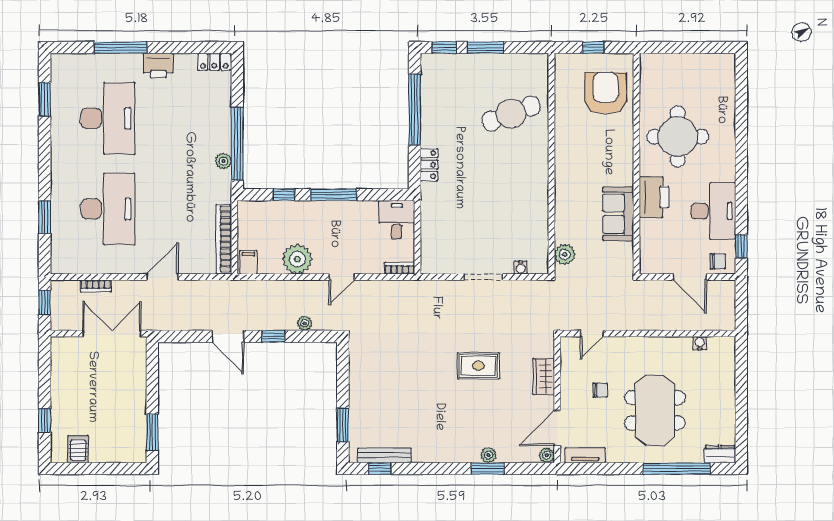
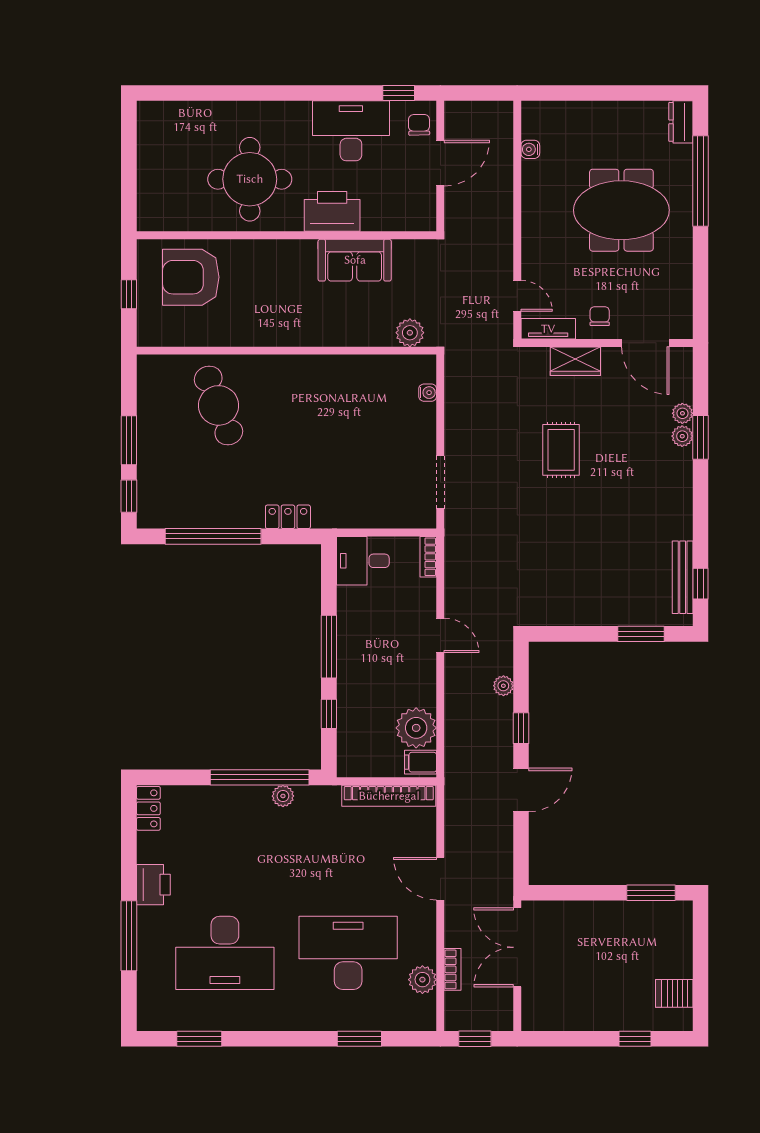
desk: (108, 118) -> (225, 953), turned 180
plant: (297, 259) -> (416, 728), moved
plant: (88, 264) -> (422, 980), added
doorway: (483, 277) -> (440, 482), moved
chair: (600, 390) -> (600, 316), moved
plant: (547, 455) -> (682, 413), moved
tv unit: (585, 455) -> (548, 329), moved, turned 90

